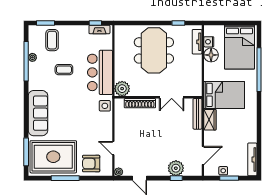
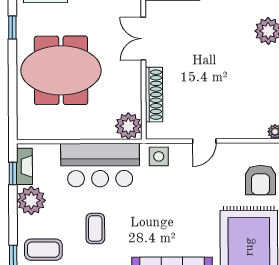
plant: (80, 33) -> (31, 200), added
double door: (172, 97) -> (143, 39), swing flipped
door: (113, 148) -> (204, 141), moved

